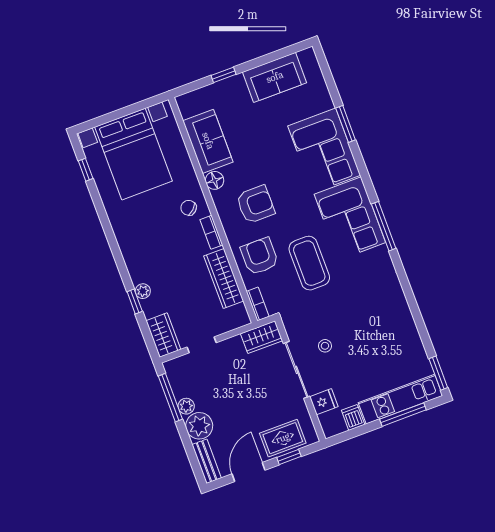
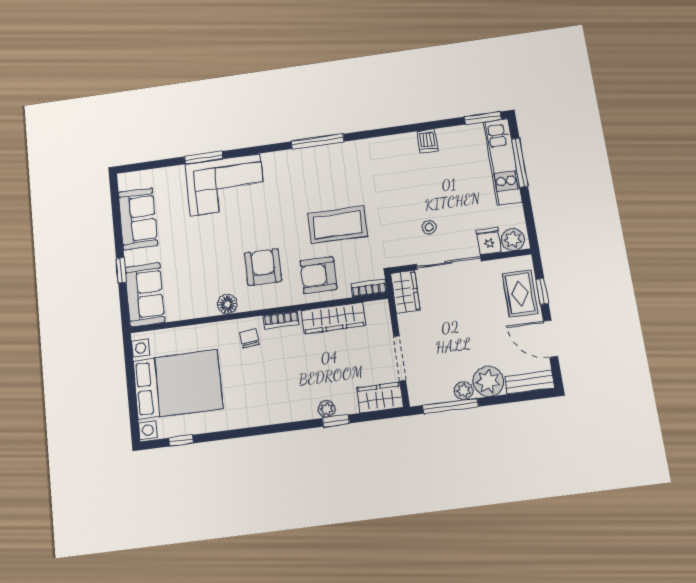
sofa: (208, 141) -> (145, 295), moved, turned 90
chair: (189, 208) -> (249, 338), turned 127
corner sofa: (350, 218) -> (301, 174), removed
doorway: (202, 345) -> (400, 358), width x1.38
dishwasher: (353, 417) -> (427, 141), moved, turned -90
plant: (330, 422) -> (513, 239), added

